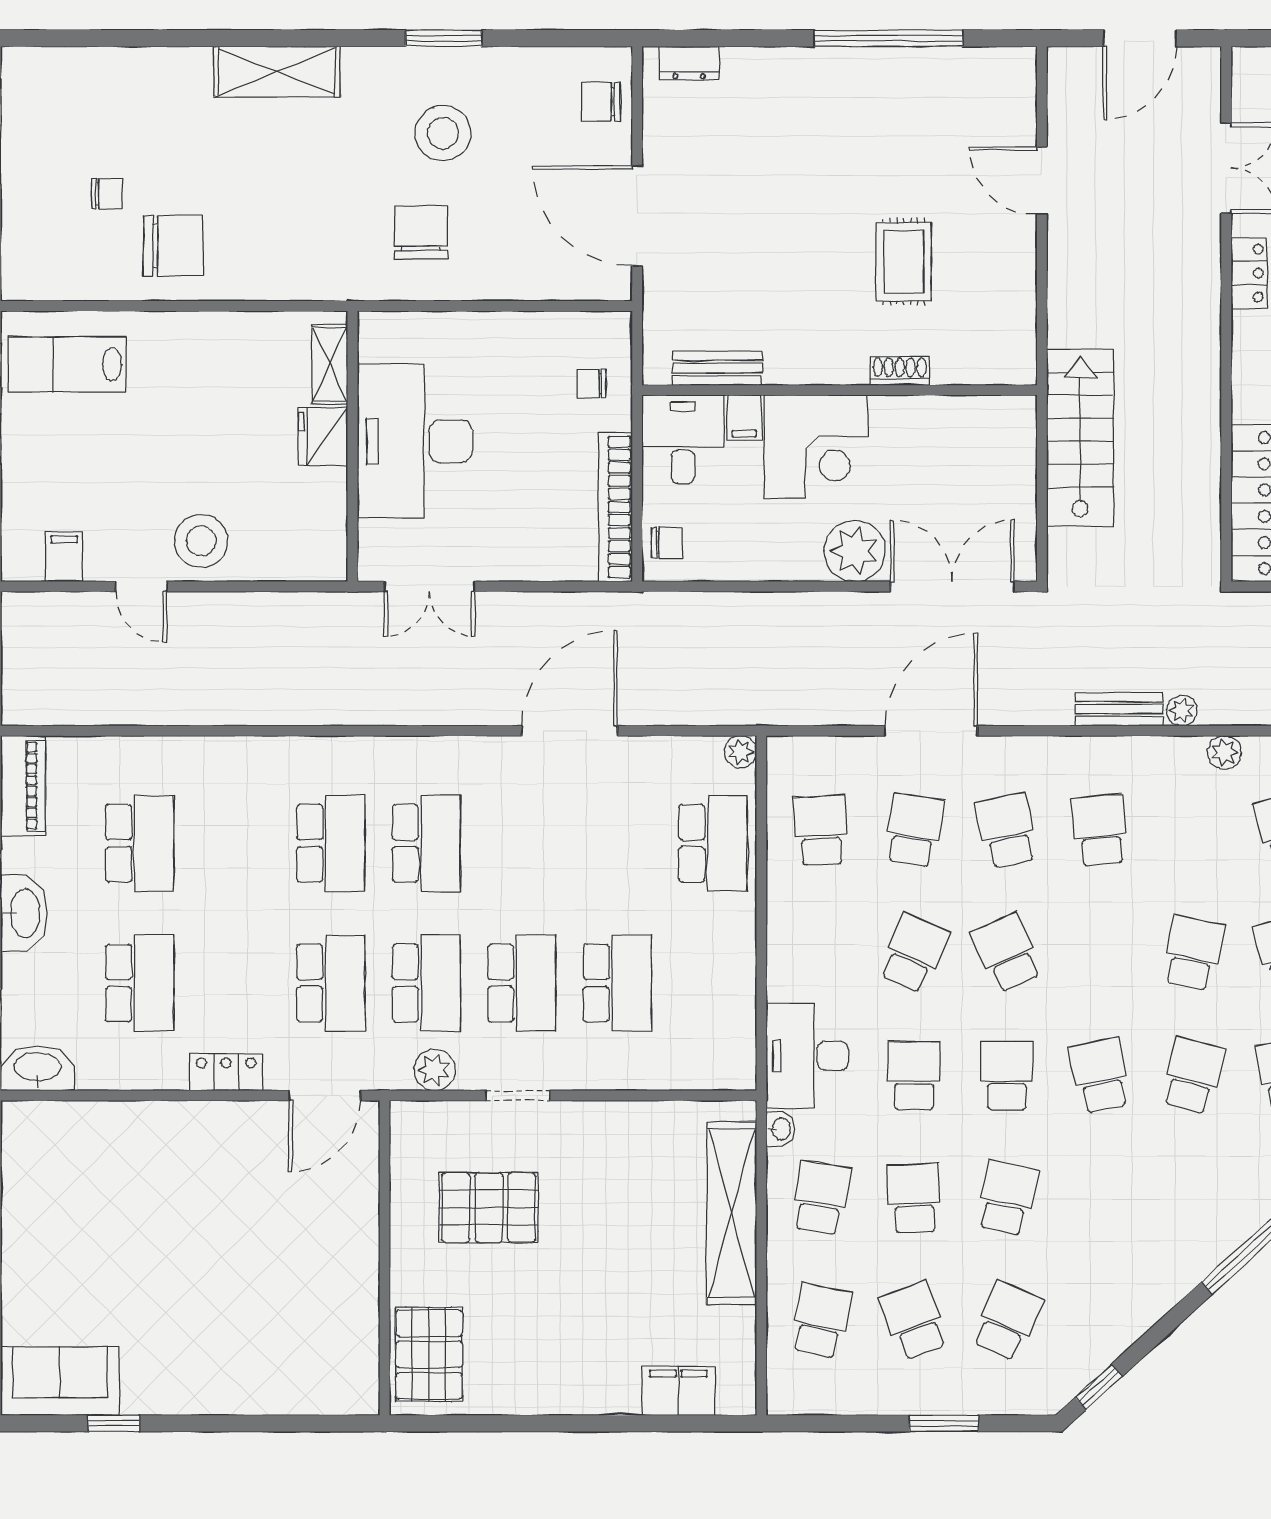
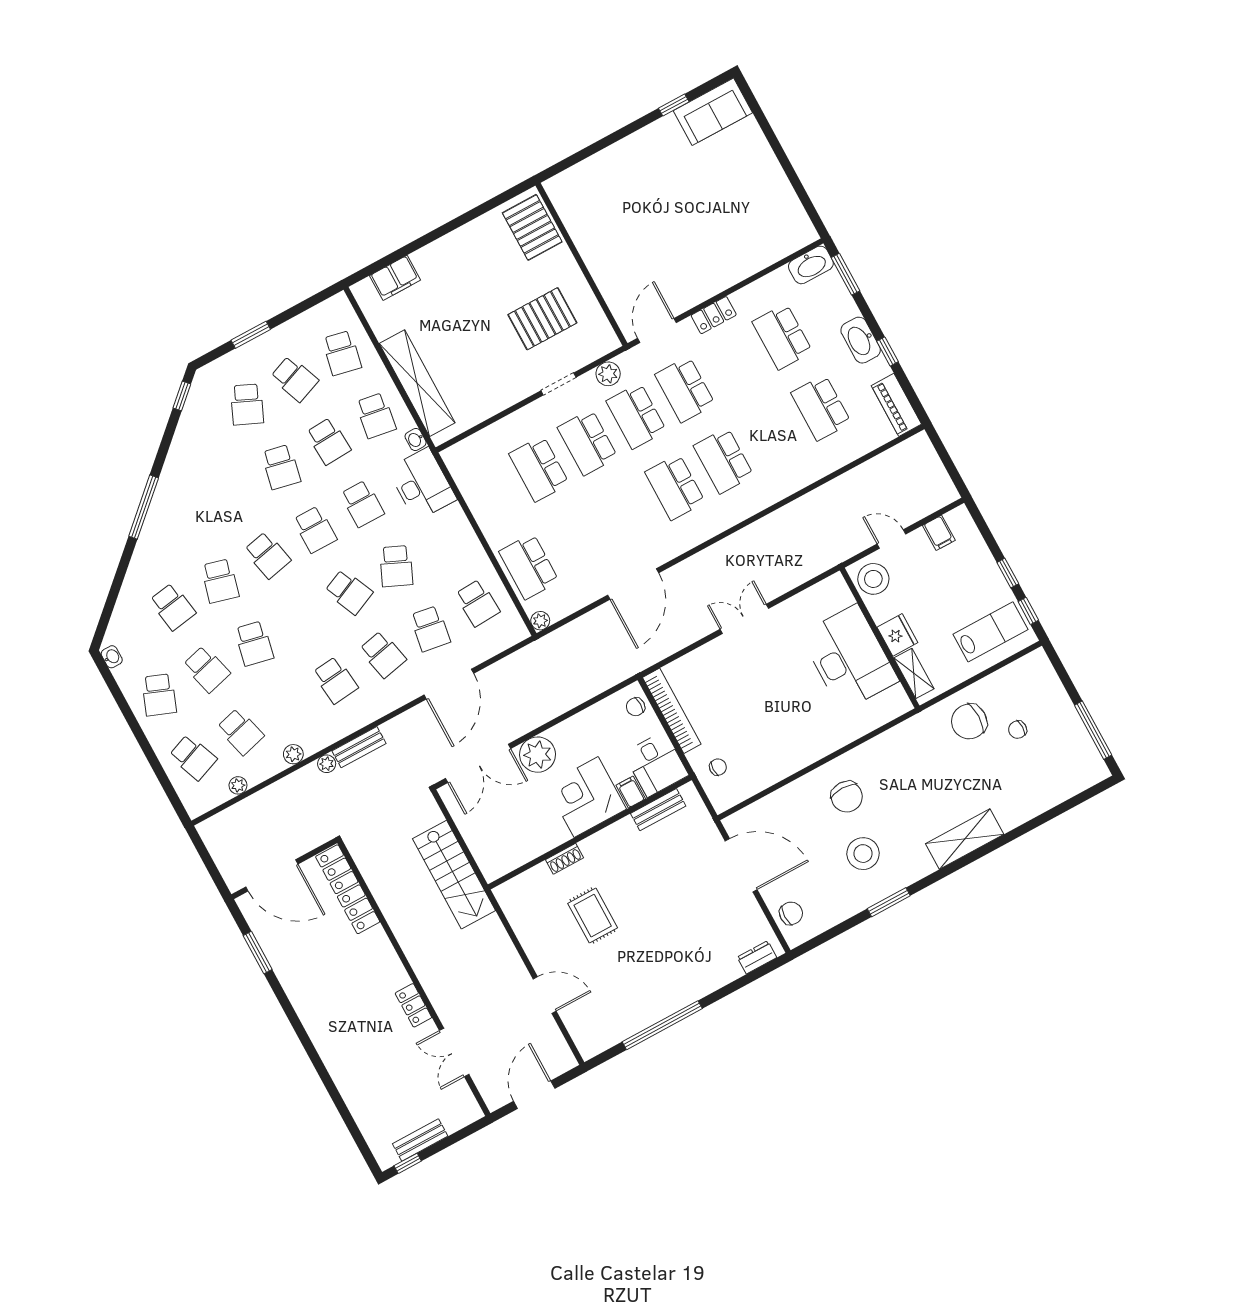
shelving: (330, 364) -> (914, 673), moved
fridge: (323, 436) -> (897, 635), moved
desk: (415, 441) -> (849, 658), moved
wall: (353, 446) -> (880, 638), moved

